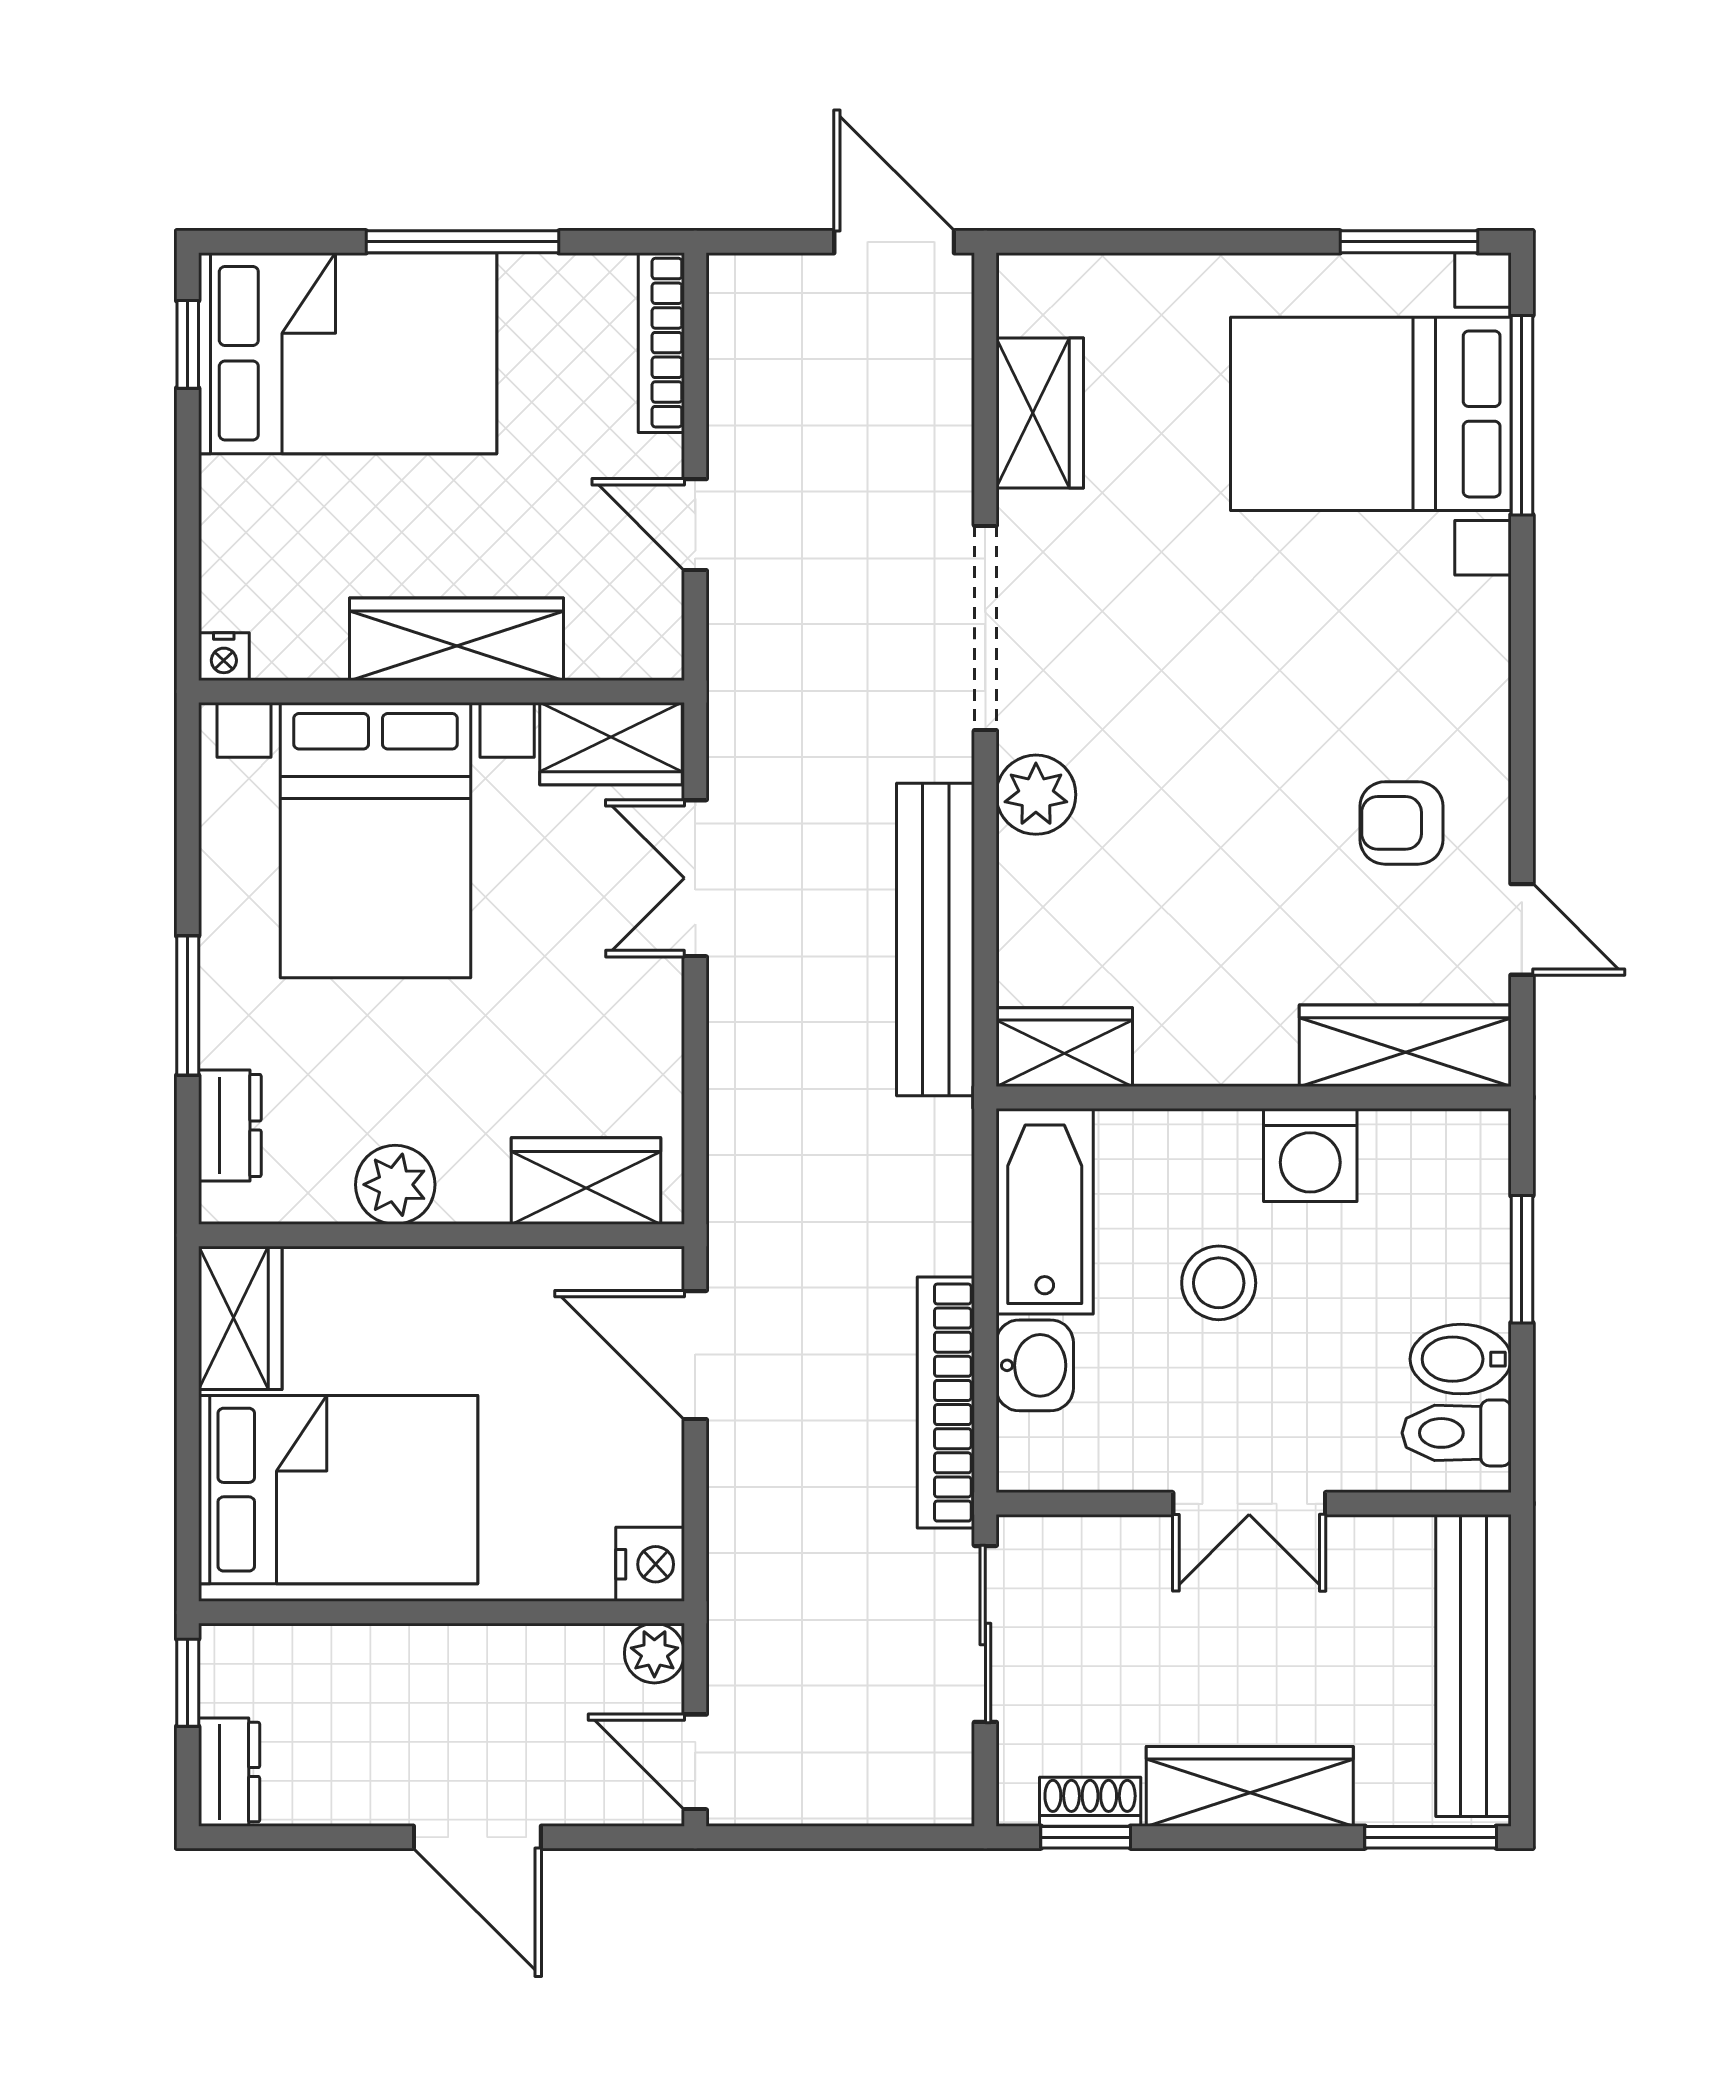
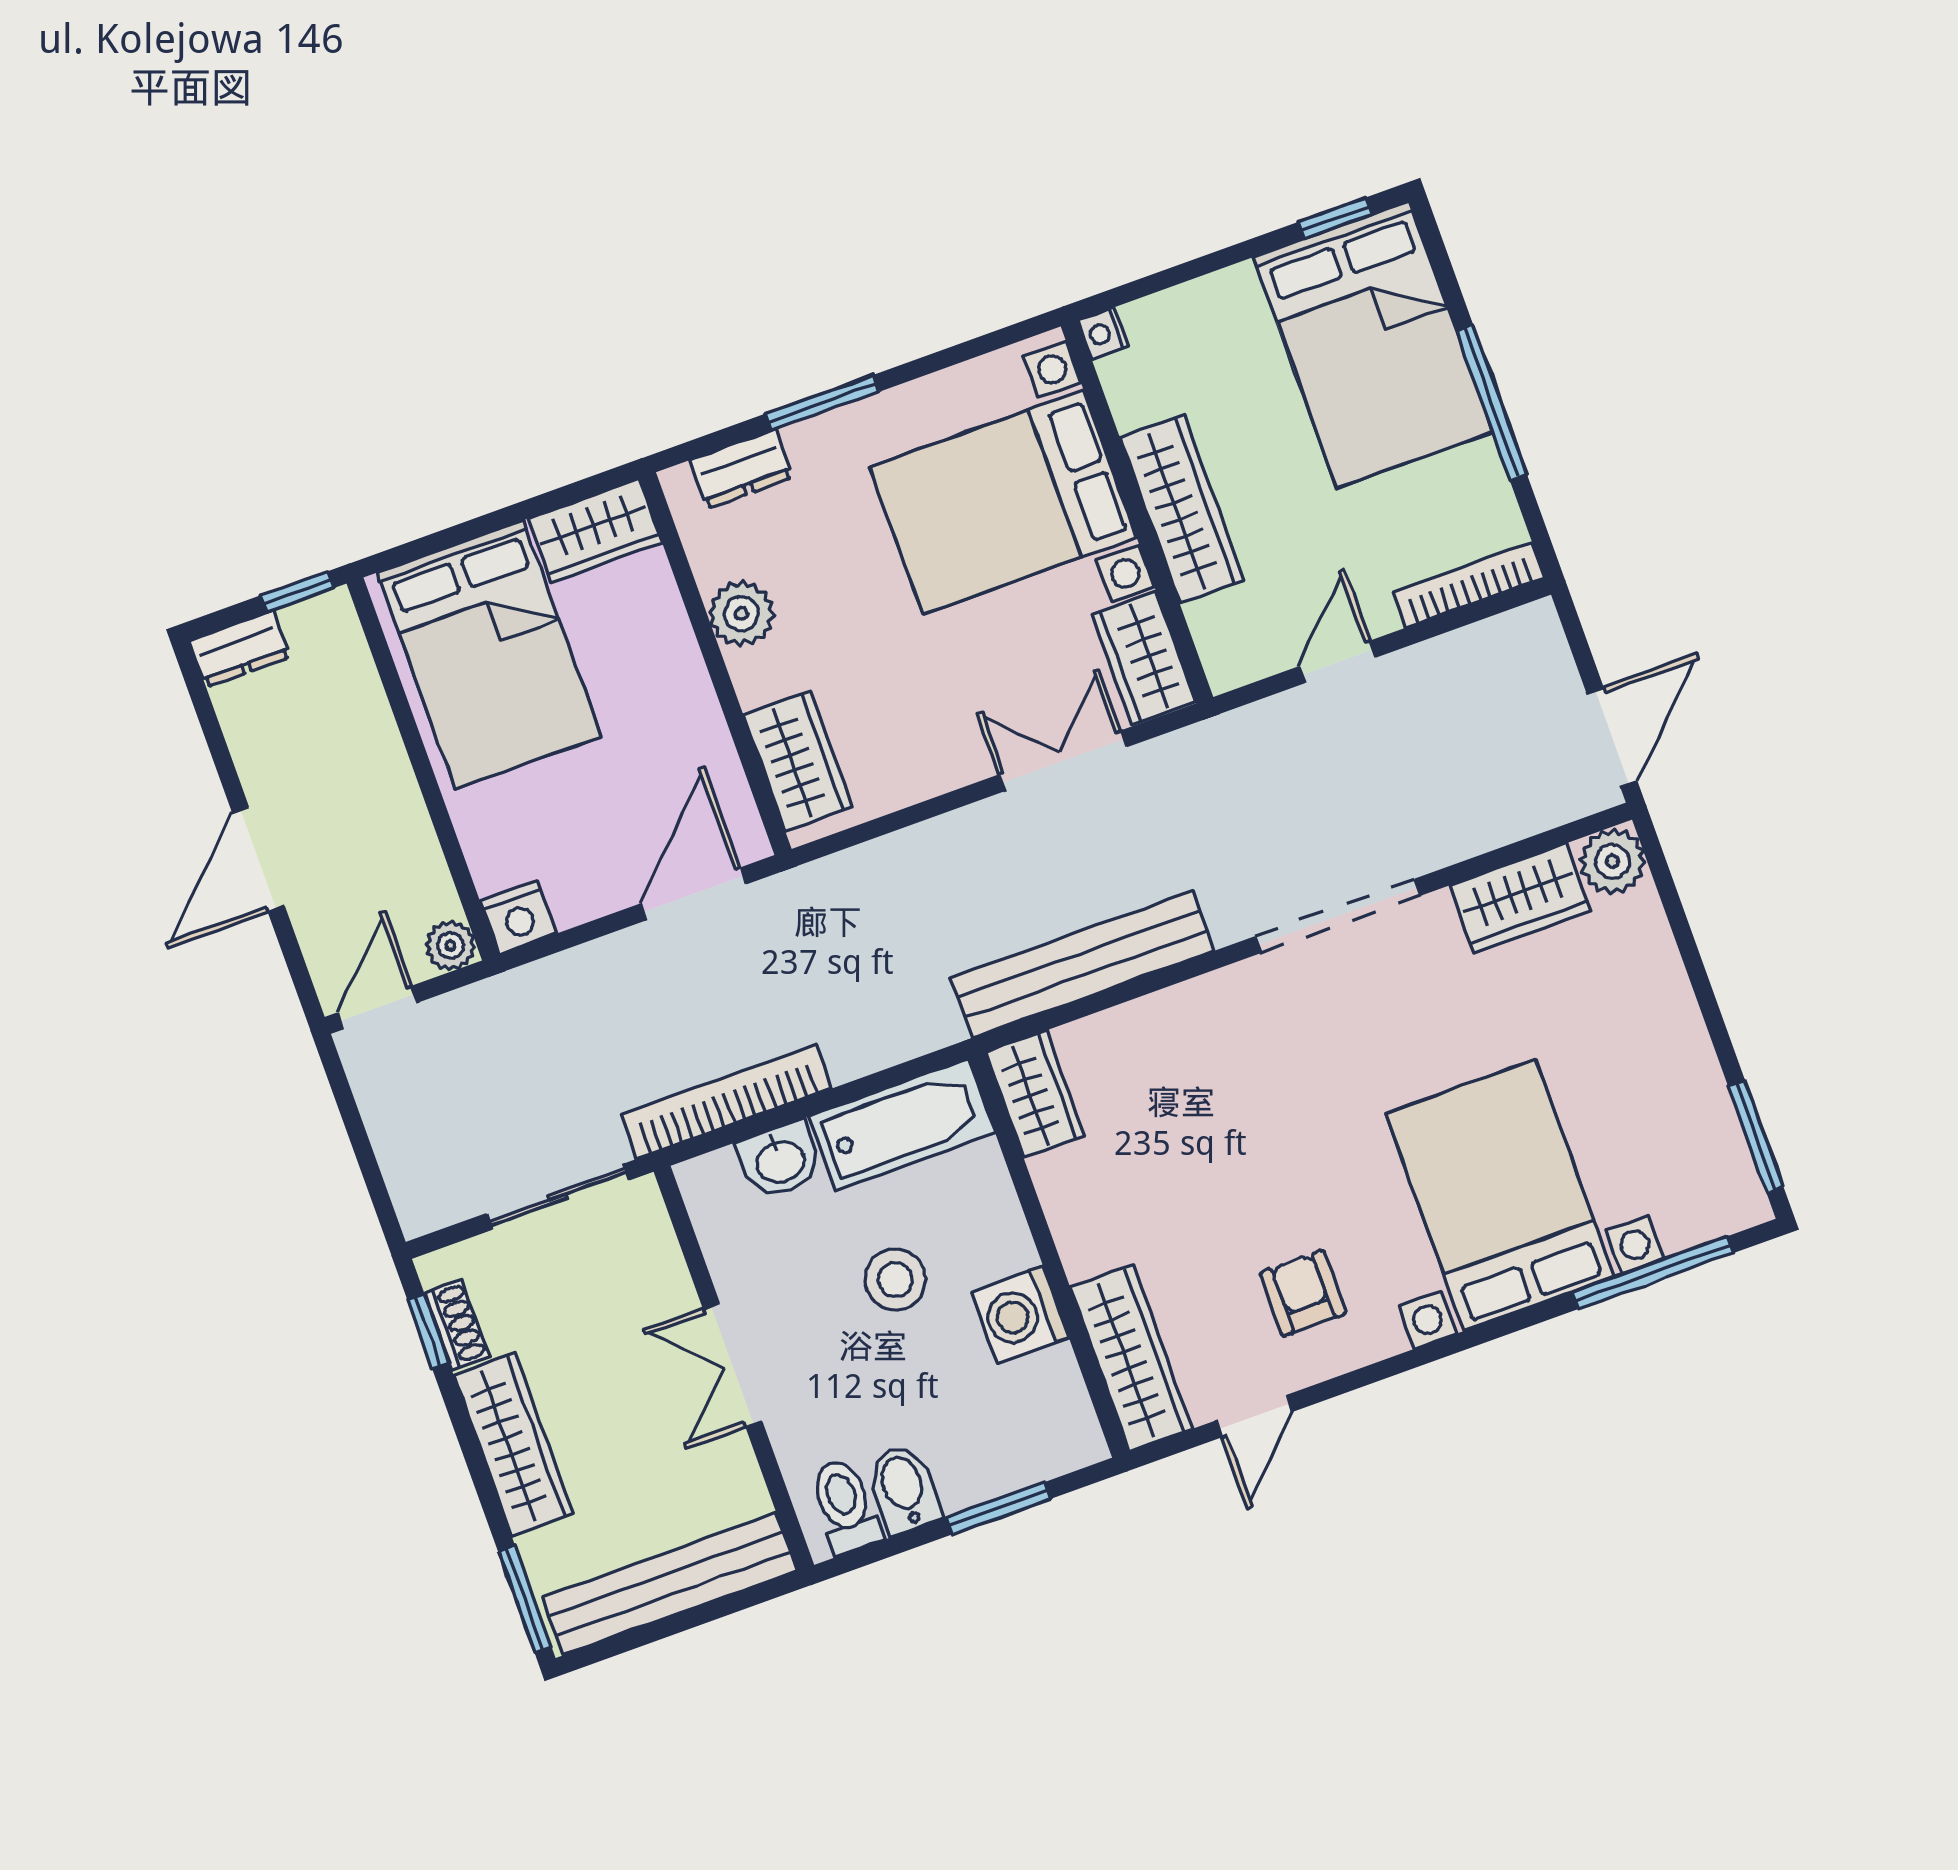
bed with nightstands: (1371, 414) -> (1500, 1195), moved
plant: (1036, 795) -> (1612, 861), moved

